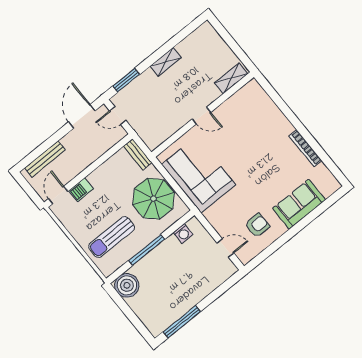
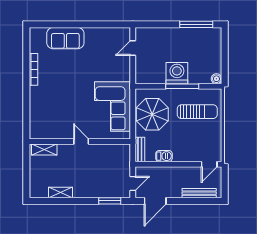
shelving: (166, 62) -> (60, 193), moved
door: (118, 116) -> (133, 183), hinge flipped
barbecue: (81, 190) -> (164, 156), moved
armchair: (257, 225) -> (102, 46), removed
washing machine: (183, 233) -> (177, 73), moved, width x1.89, depth x1.89
door: (225, 248) -> (133, 48), hinge flipped
boiler: (127, 285) -> (216, 79), width x0.54, depth x0.54

